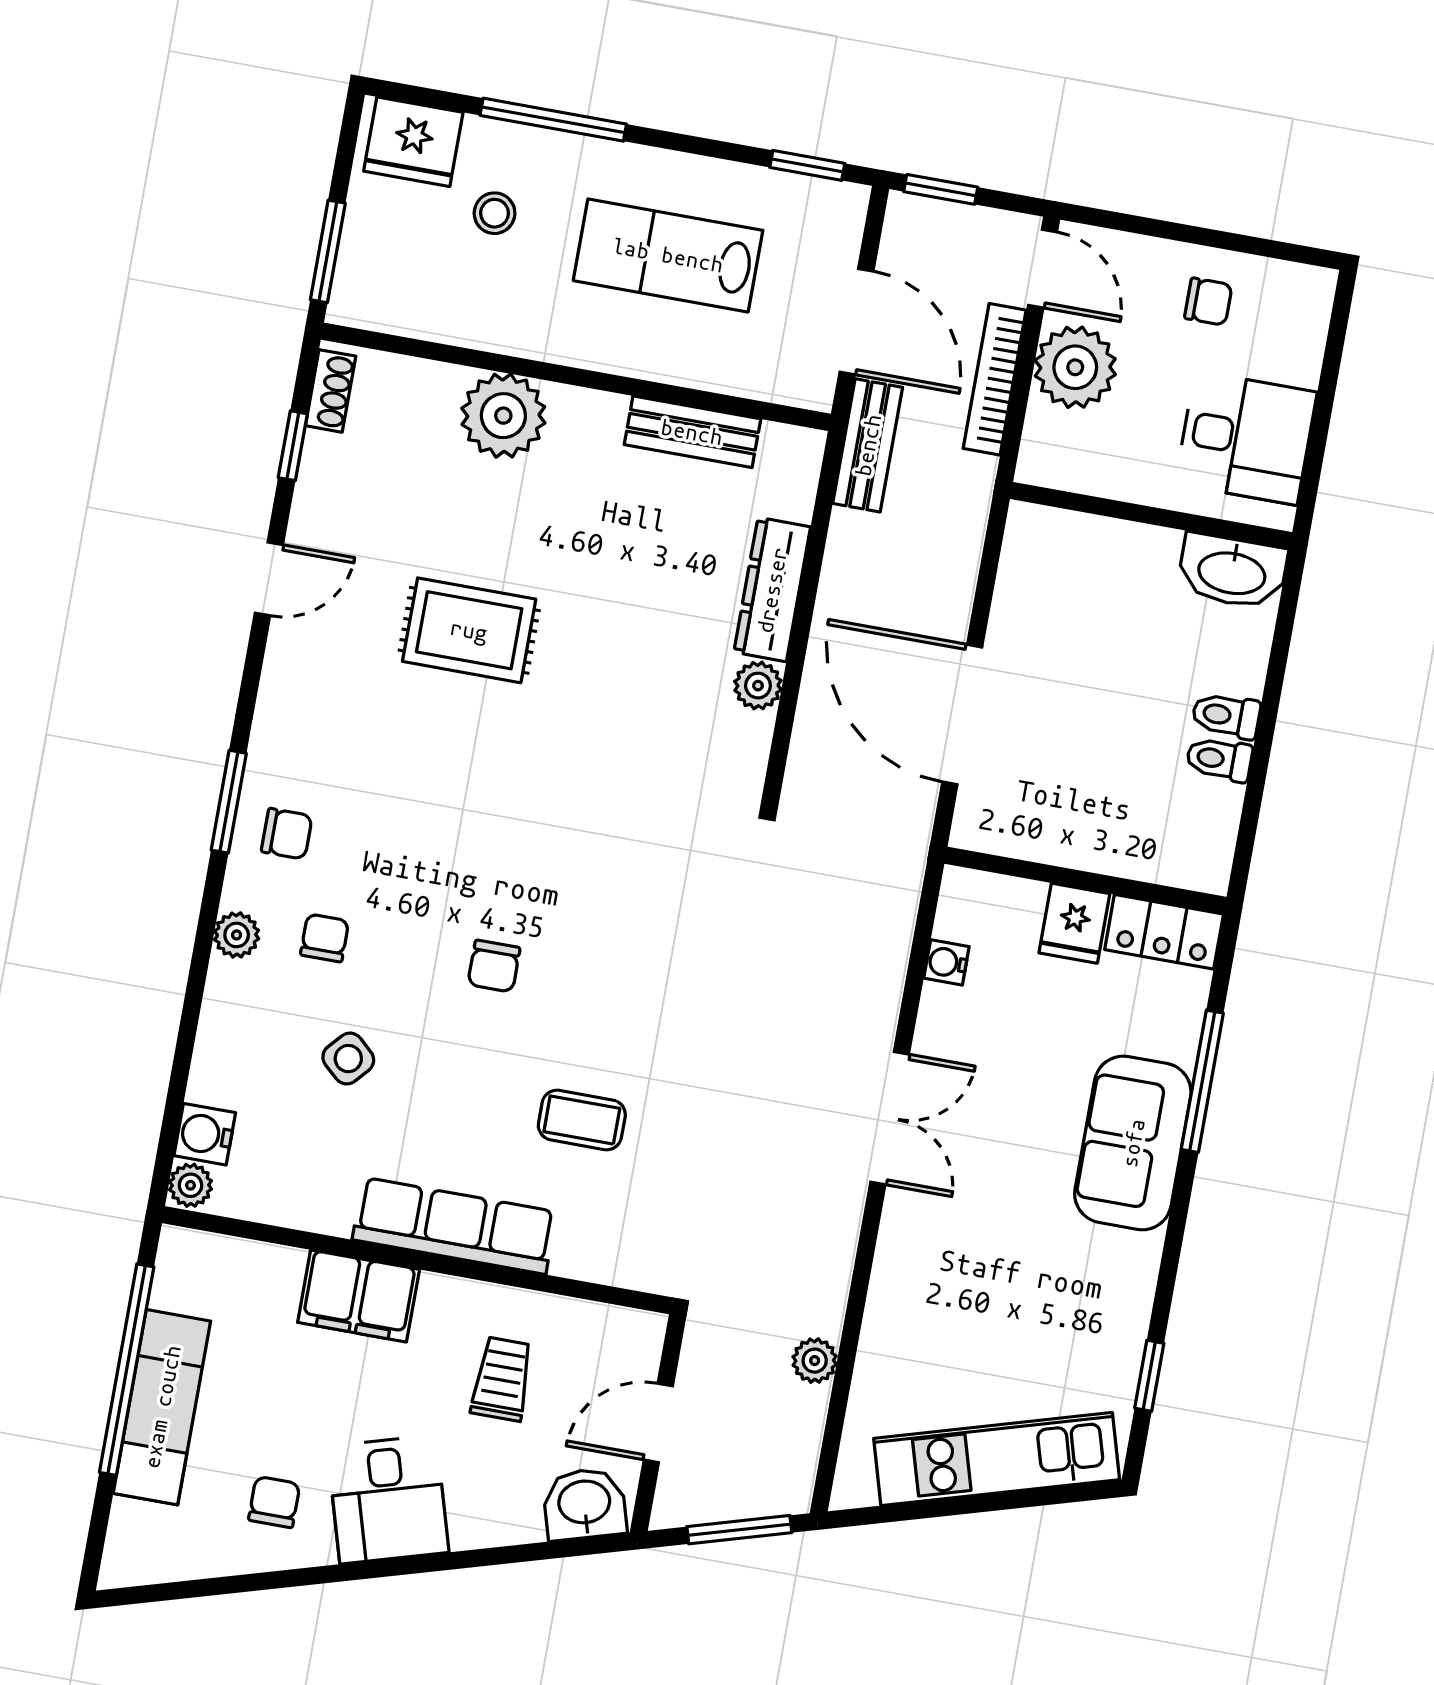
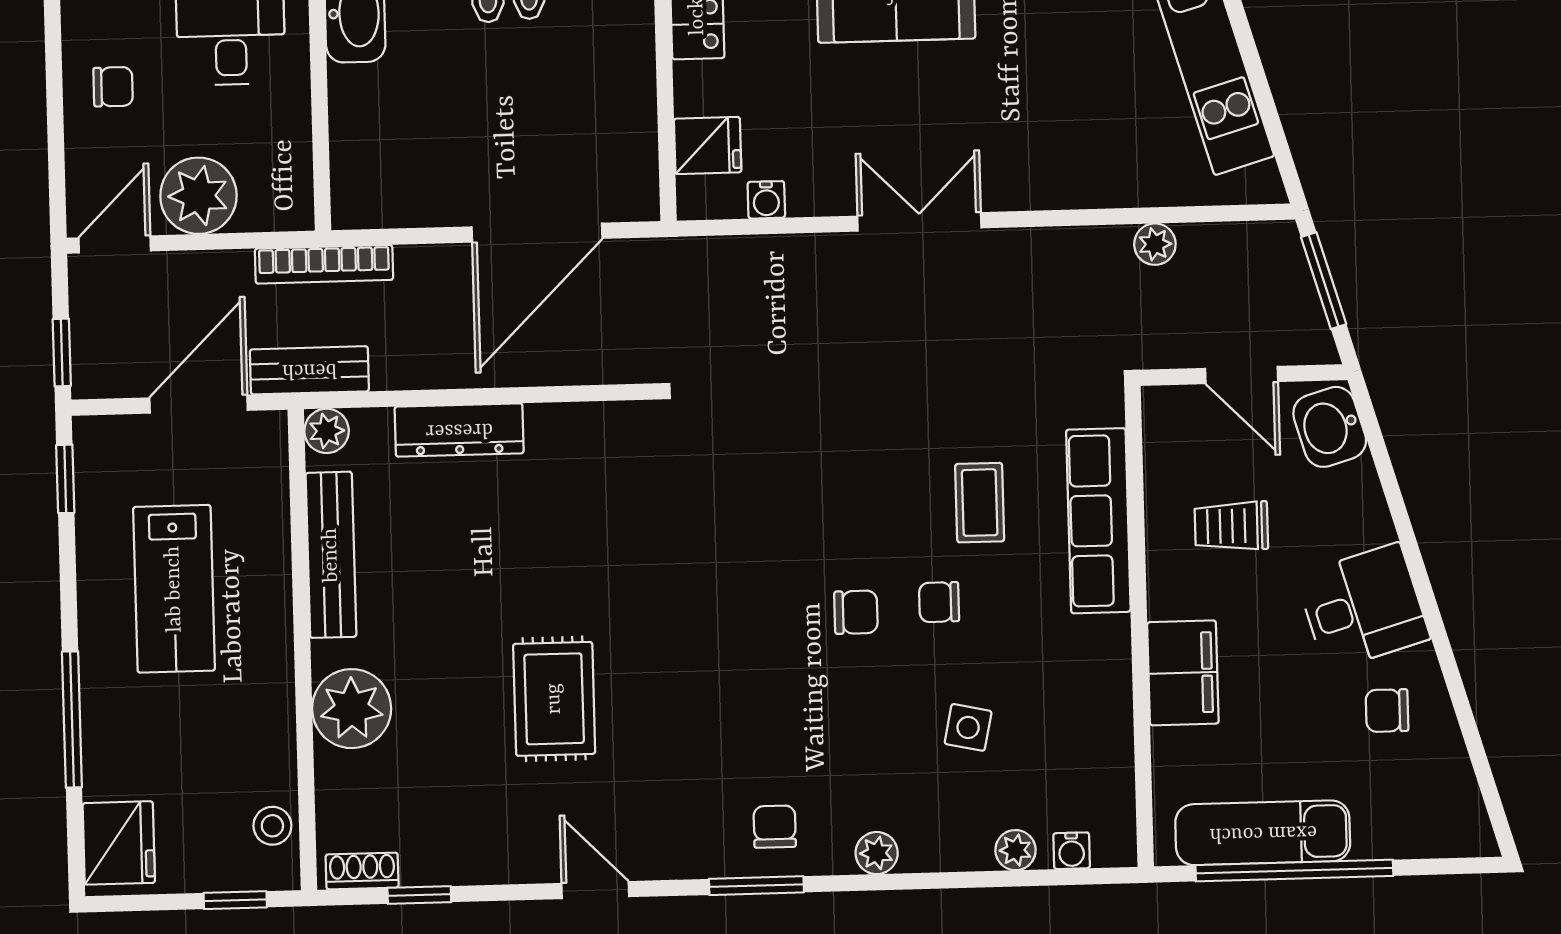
stool: (495, 213) -> (272, 826), moved
window: (328, 251) -> (235, 900), width x0.67
chair: (1208, 302) -> (113, 87), turned 90
bookcase: (995, 379) -> (324, 264), moved
bench: (692, 432) -> (331, 555), width x1.36
door: (269, 579) -> (595, 890), moved
plant: (758, 686) -> (327, 431), moved
fridge: (1074, 923) -> (708, 145), moved
chair: (325, 938) -> (939, 602), moved
side table: (348, 1059) -> (968, 727), turned -30
water cooler: (205, 1134) -> (1072, 851), width x0.72, depth x0.72
plant: (190, 1185) -> (1015, 850), moved
row of seats: (454, 1226) -> (1098, 521), moved
exam couch: (162, 1407) -> (1263, 833), moved

